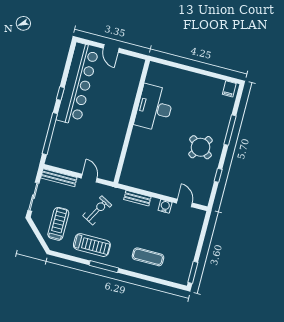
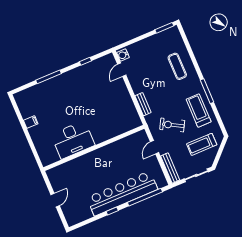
bar counter: (78, 84) -> (122, 193), moved
filing cabinet: (229, 89) -> (31, 122), moved
round table: (201, 147) -> (76, 88), removed
water cooler: (165, 206) -> (123, 55), moved

